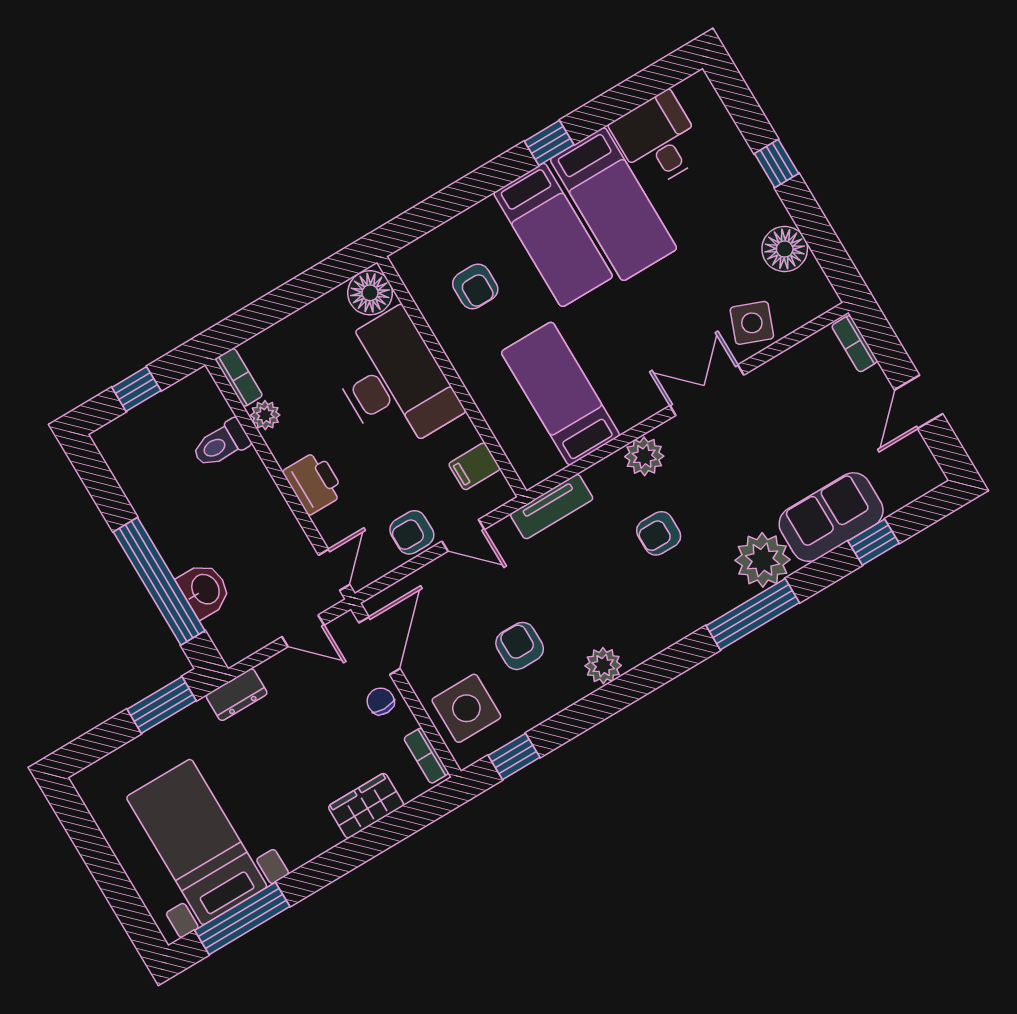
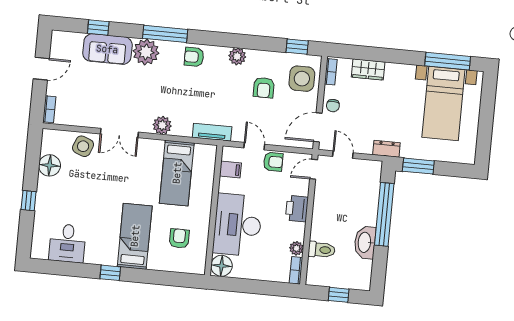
bed: (613, 204) -> (103, 231), removed
armchair: (659, 533) -> (194, 57), moved, turned 180
washbasin: (204, 590) -> (365, 242), moved, width x1.38

